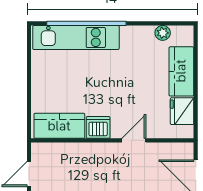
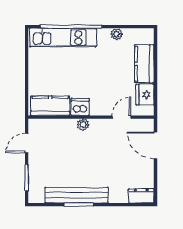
plant: (163, 33) -> (116, 34), moved
door: (134, 140) -> (121, 117), moved
plant: (102, 150) -> (83, 125), added

